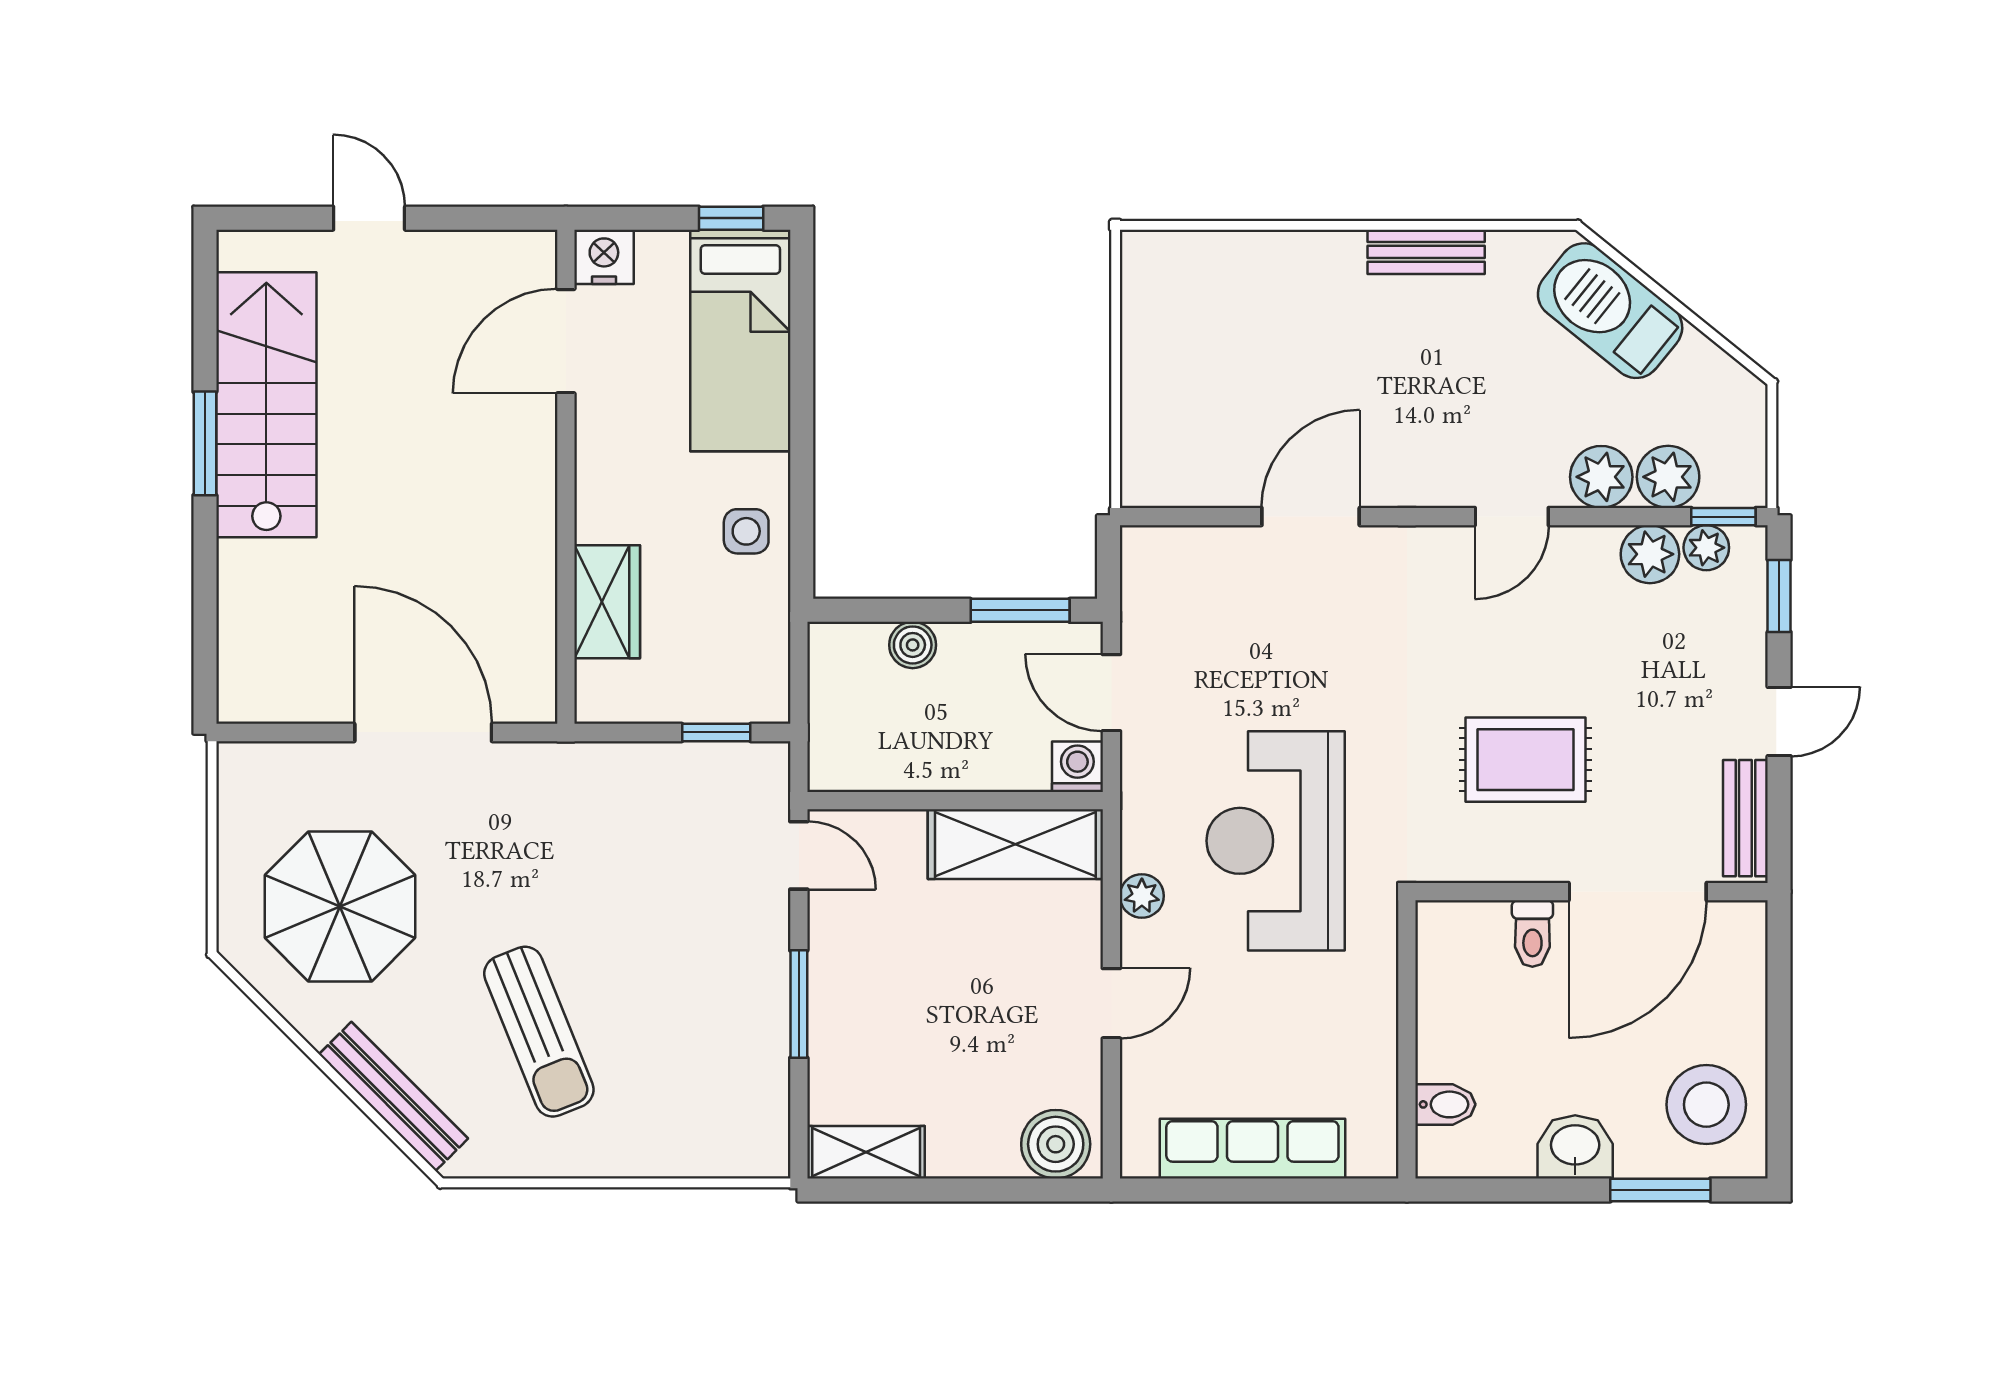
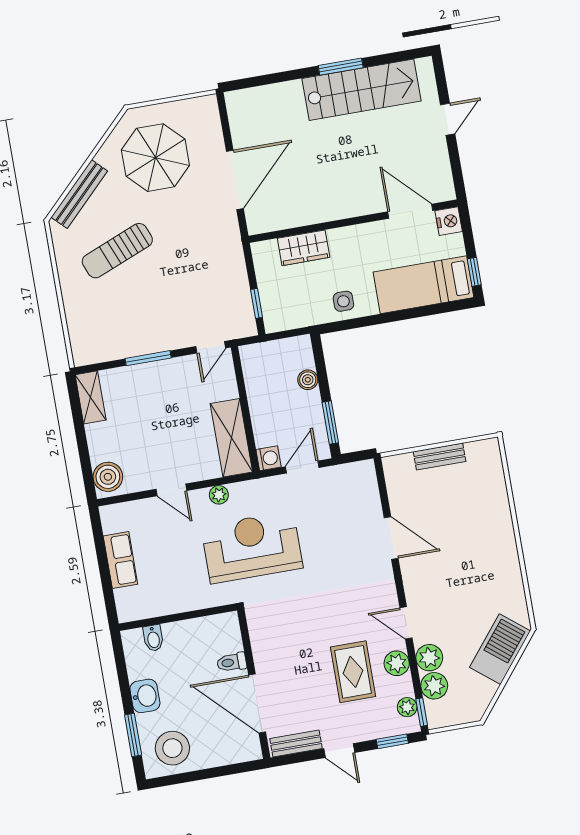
bench: (1426, 252) -> (440, 456), moved, turned 90
plant: (1650, 554) -> (397, 663), moved
rug: (1525, 760) -> (353, 672), moved
row of seats: (1252, 1149) -> (120, 560), width x0.68

